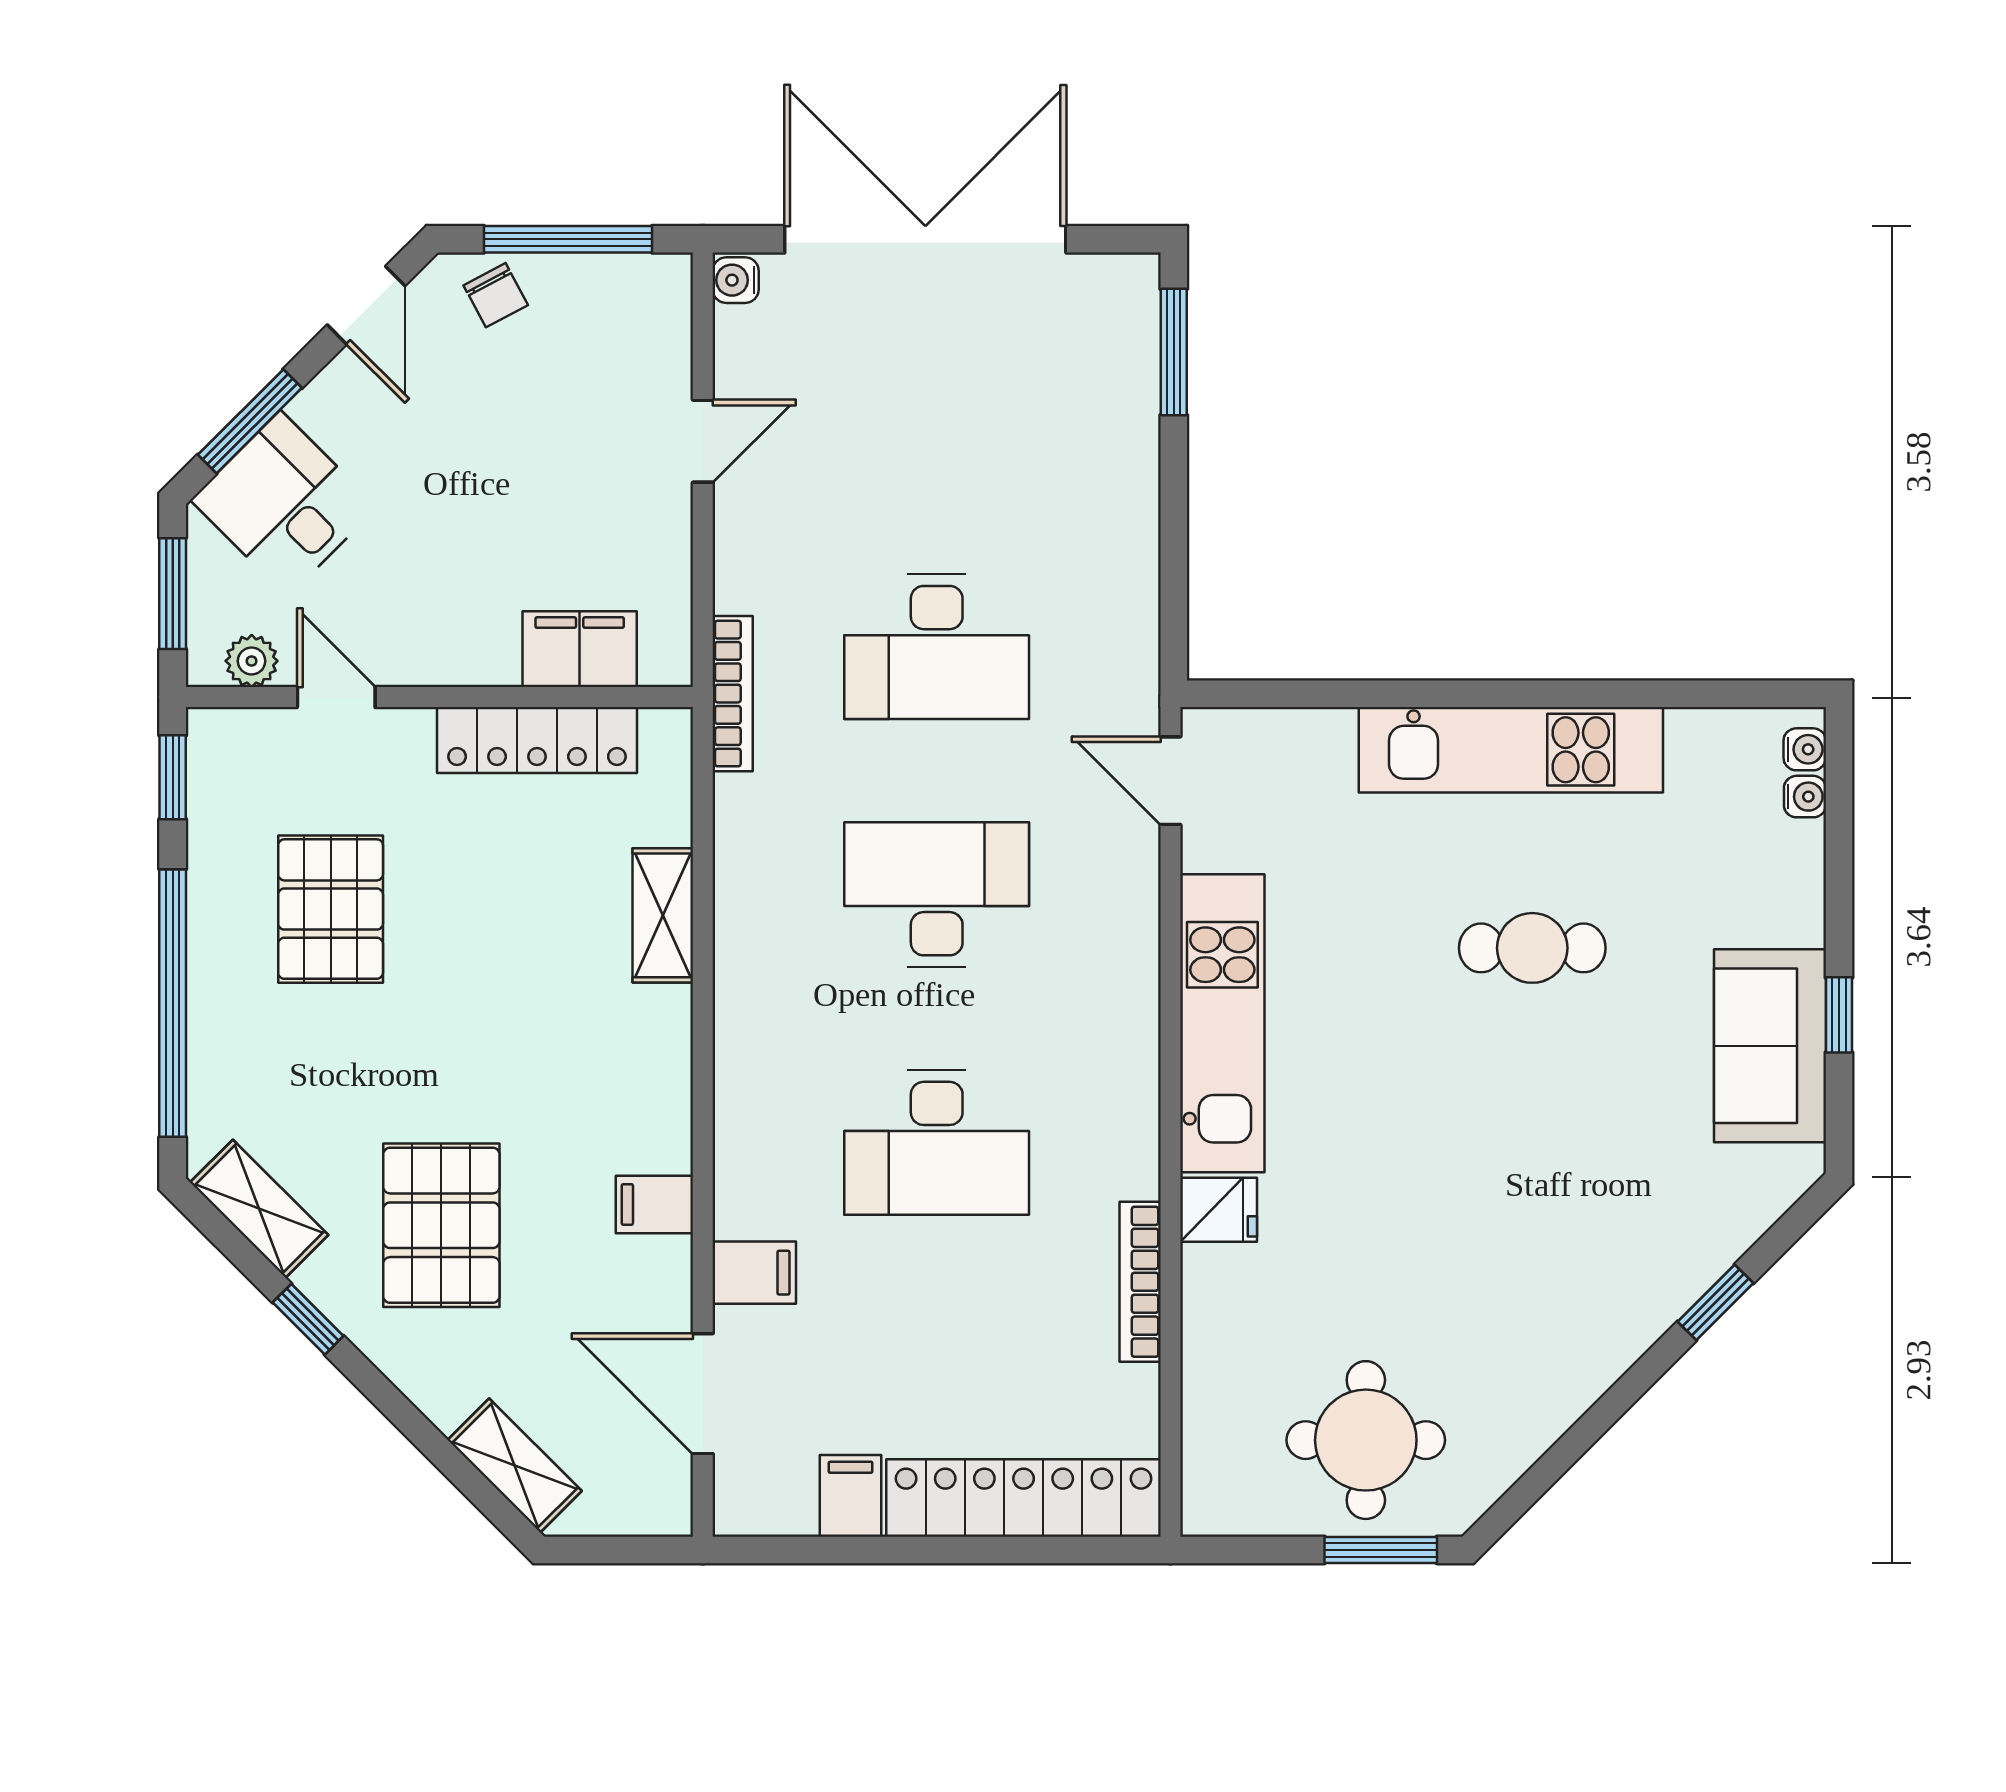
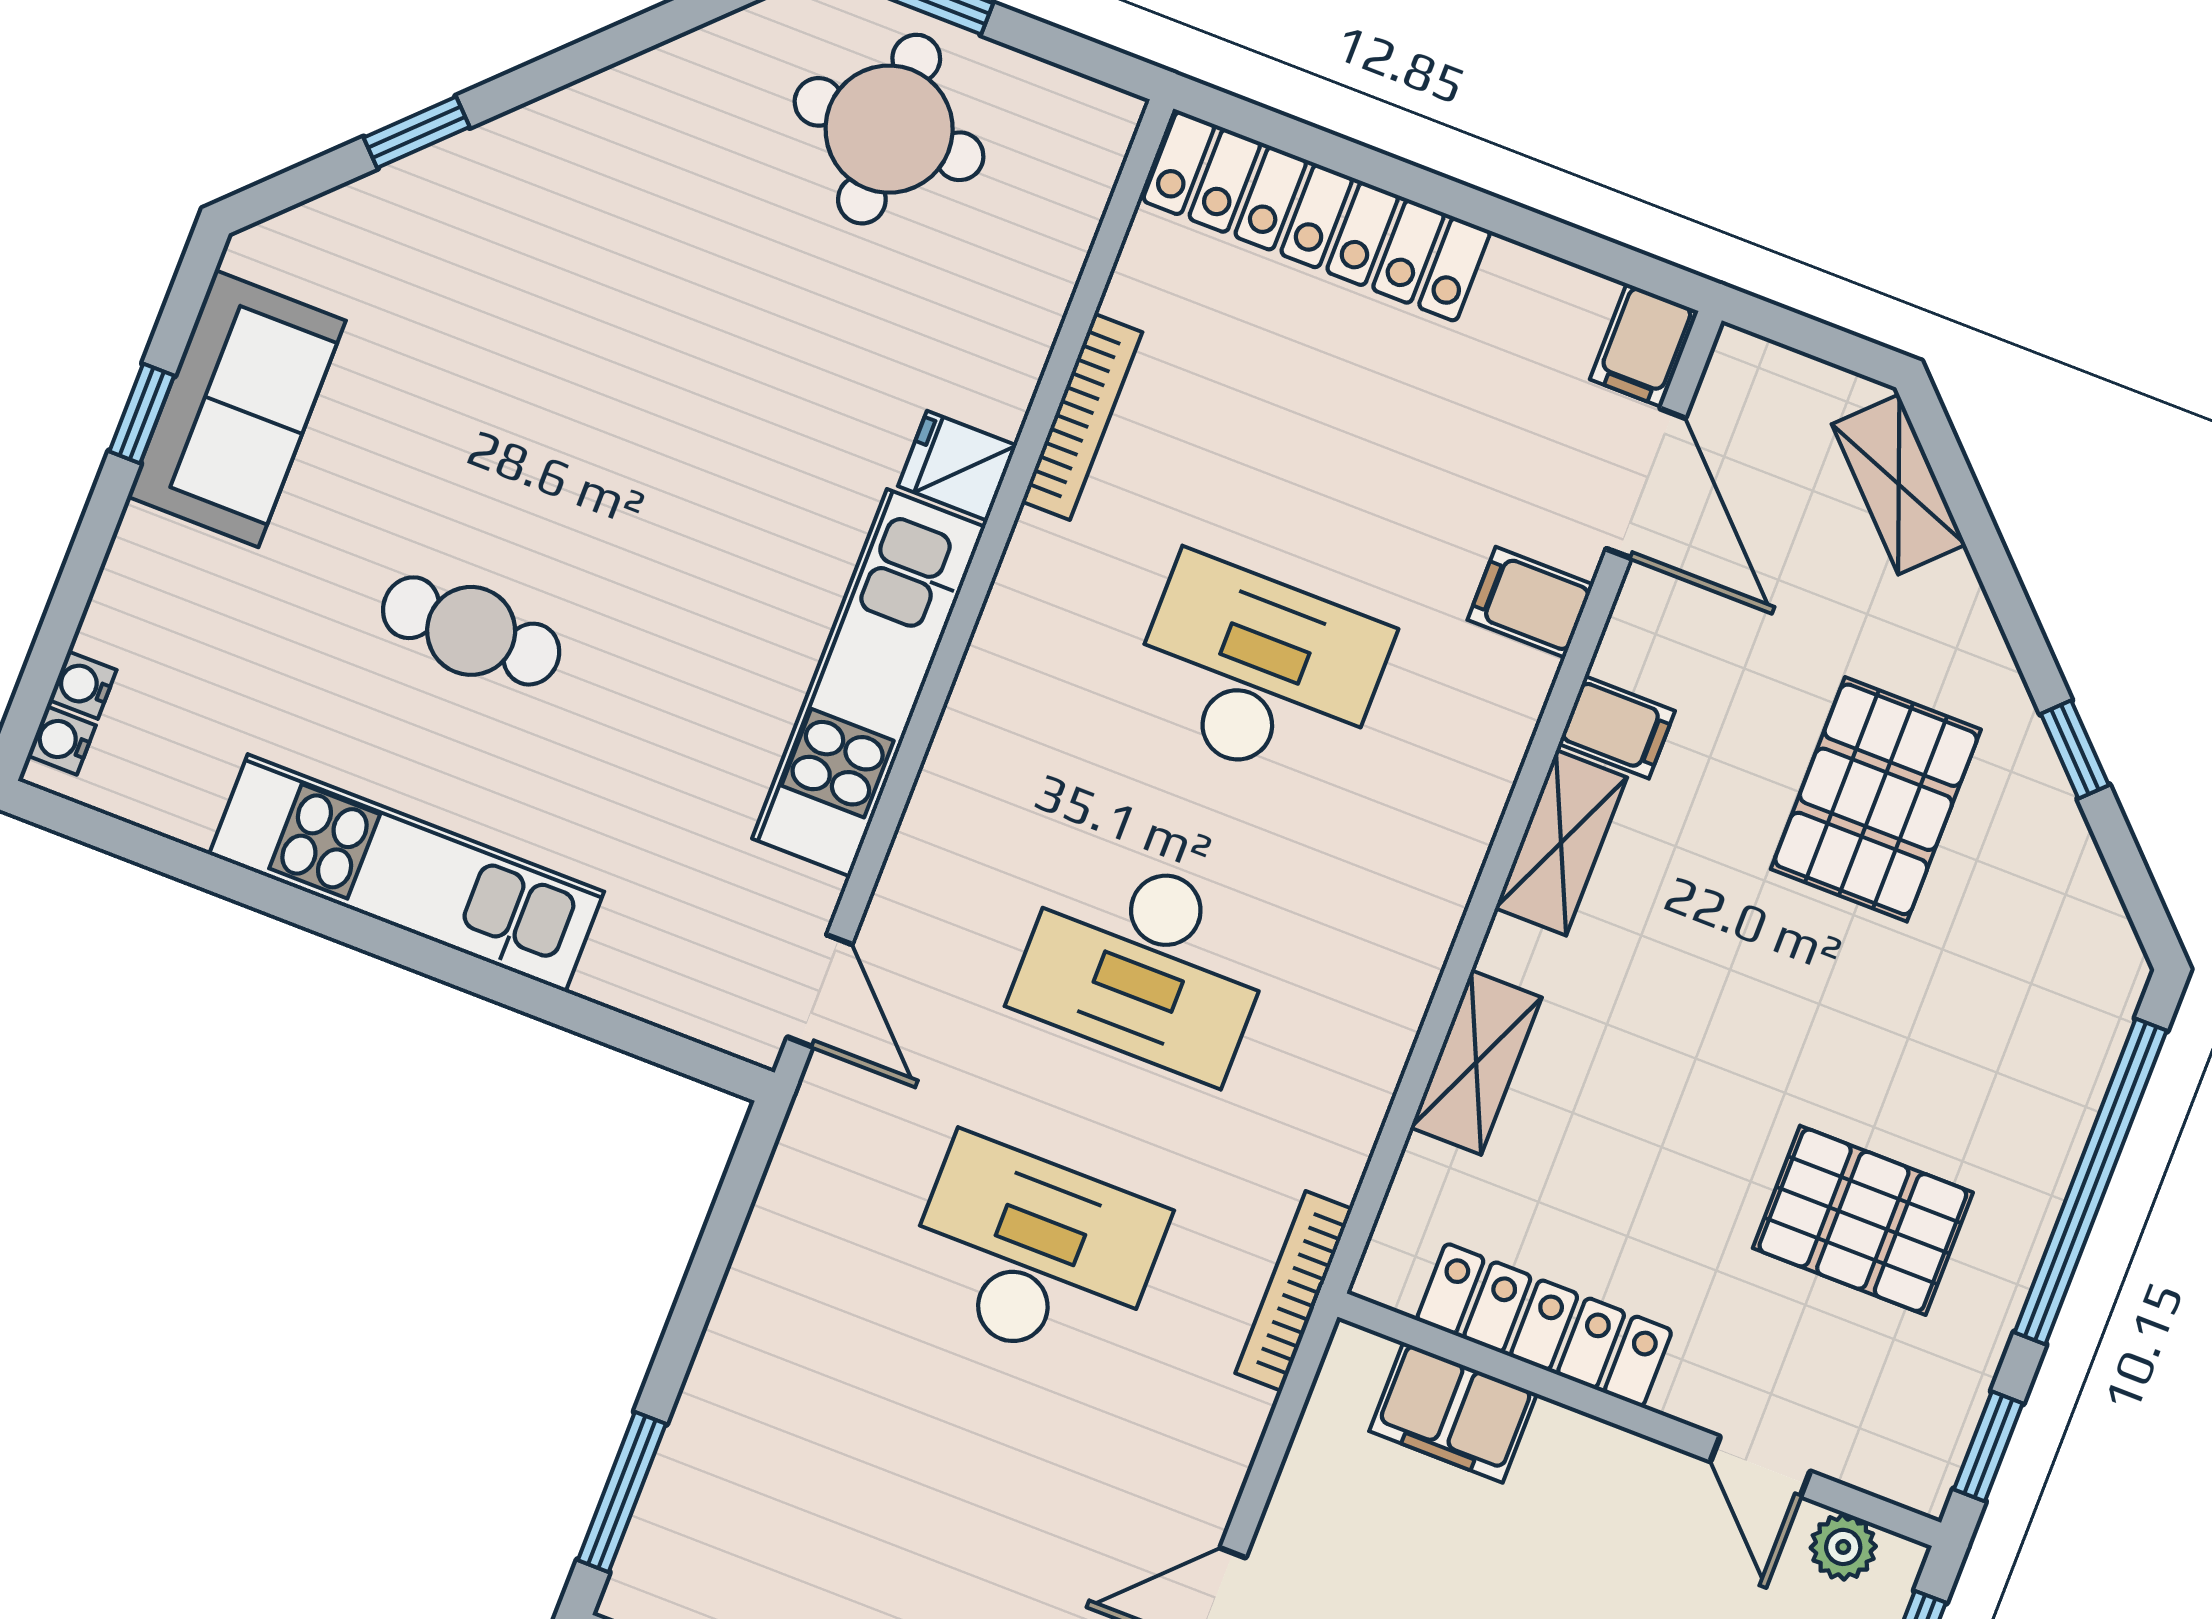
pallet: (331, 909) -> (1863, 1220), turned 90
shelving: (259, 1209) -> (1561, 843), moved, turned 45
filing cabinet: (851, 1496) -> (1644, 345), moved

